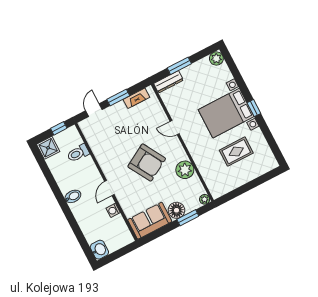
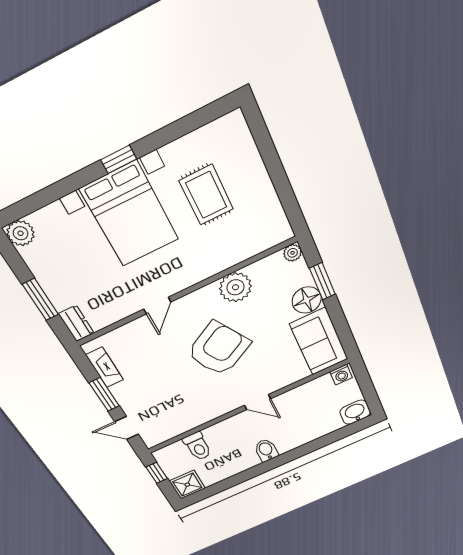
dresser: (169, 82) -> (76, 323), width x0.70
washing machine: (113, 210) -> (341, 375), moved

